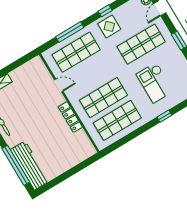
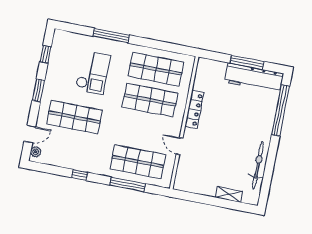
display table: (109, 26) -> (88, 158), removed
window: (164, 116) -> (111, 36), width x2.17
workbench: (30, 166) -> (254, 78), moved, turned -90
window: (64, 177) -> (247, 62), added

